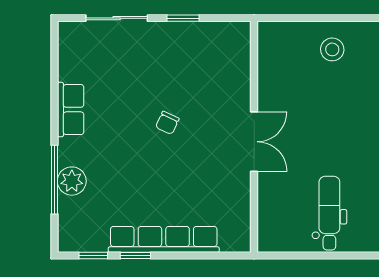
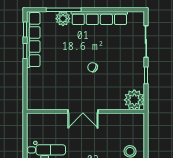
plant: (231, 41) -> (134, 100), added
row of seats: (71, 110) -> (99, 18), width x2.02
row of seats: (164, 239) -> (33, 40), moved

